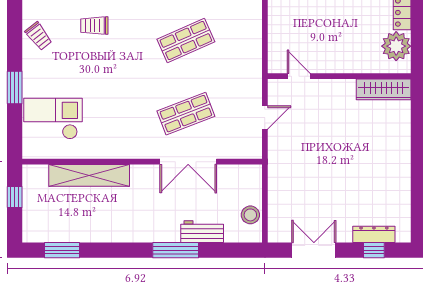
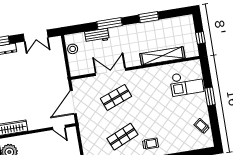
trolley: (94, 26) -> (150, 144), moved
door: (265, 117) -> (73, 102), width x1.88
window: (62, 250) -> (149, 17), moved

